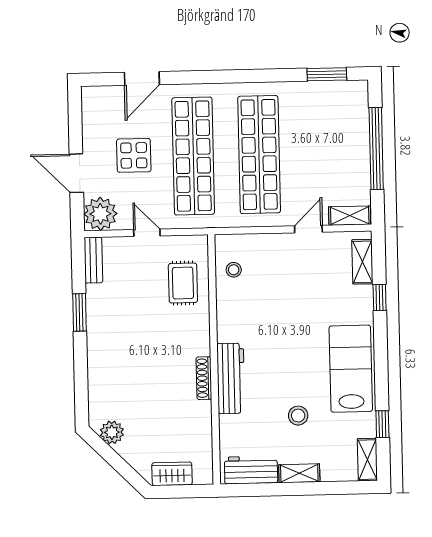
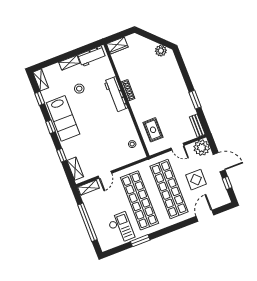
window: (327, 74) -> (140, 241), moved
checkout: (315, 114) -> (121, 228), added
window: (75, 127) -> (227, 183), added
window: (381, 361) -> (51, 127), added
wardrobe: (172, 474) -> (117, 45), moved

